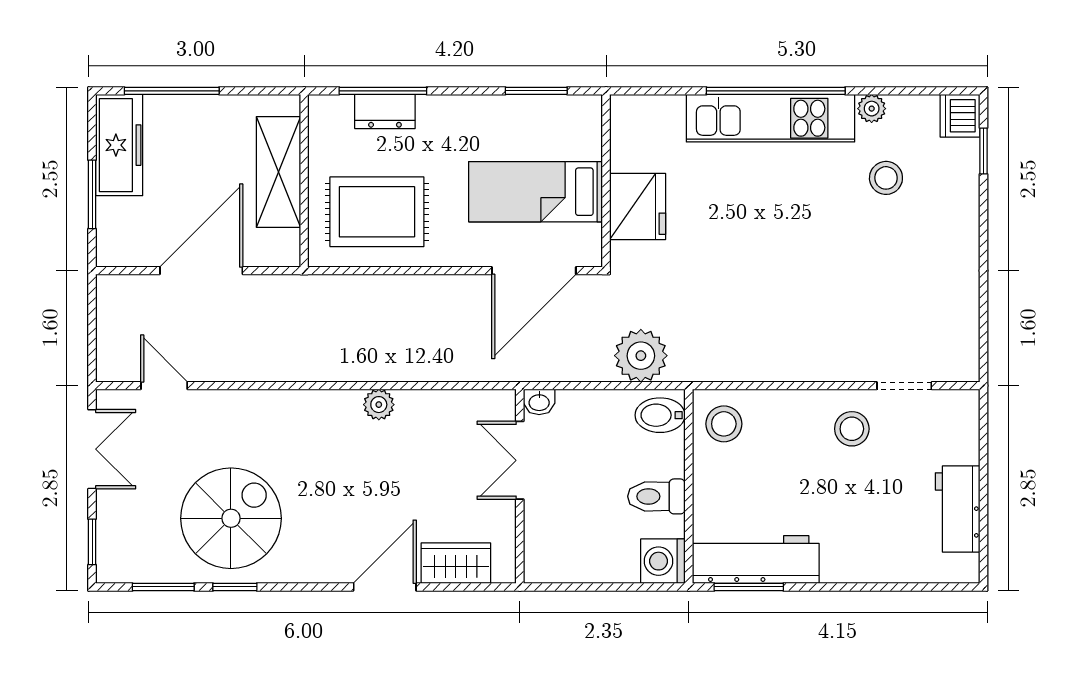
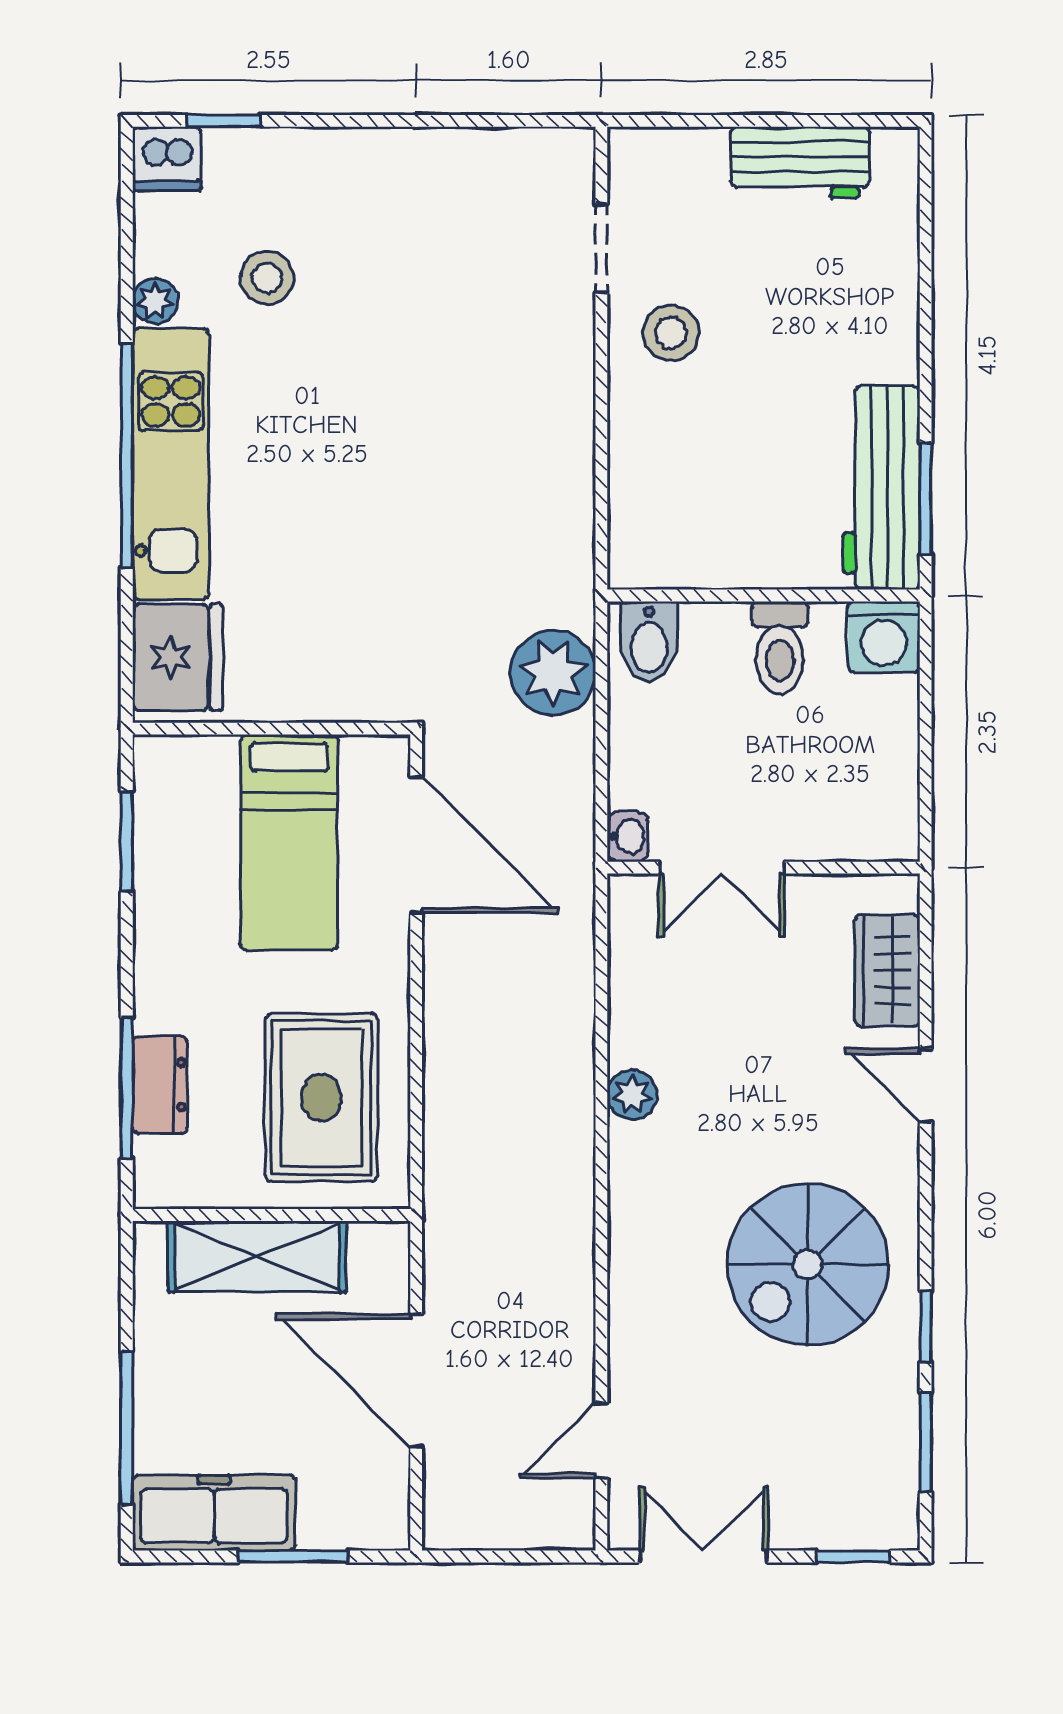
fridge: (638, 206) -> (178, 657), moved, turned 90
stool: (724, 424) -> (663, 539), removed
spiral stairs: (231, 518) -> (808, 1264), moved, turned -90
door: (385, 587) -> (926, 1085), width x0.73

